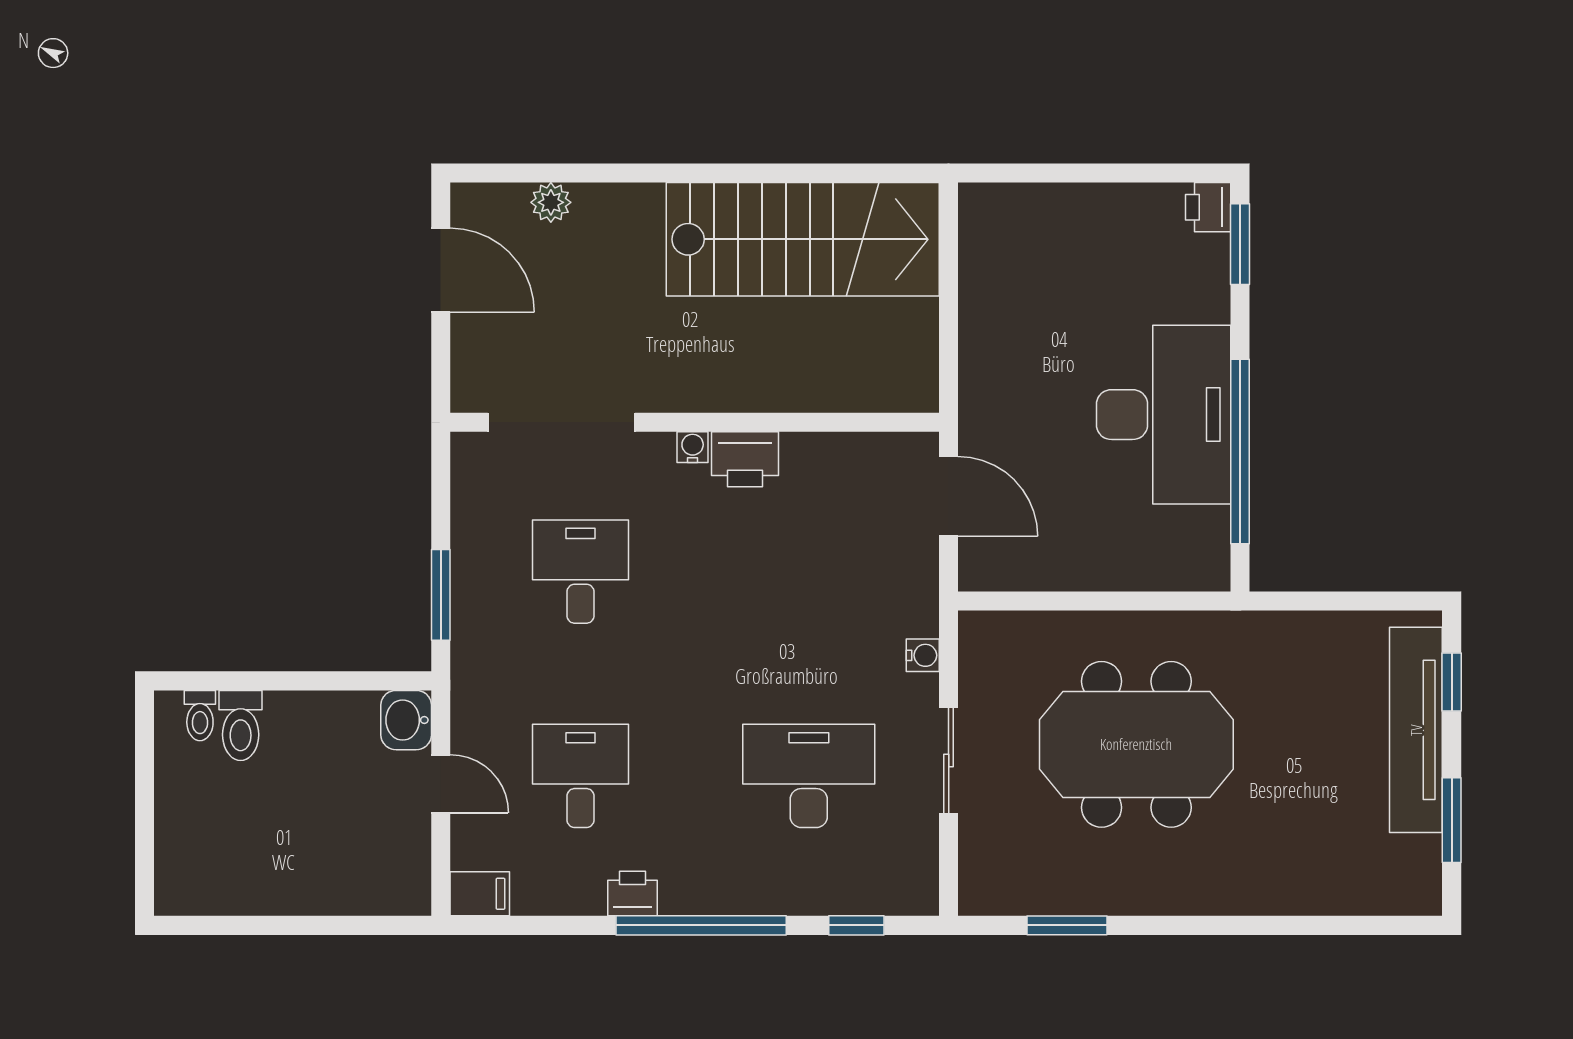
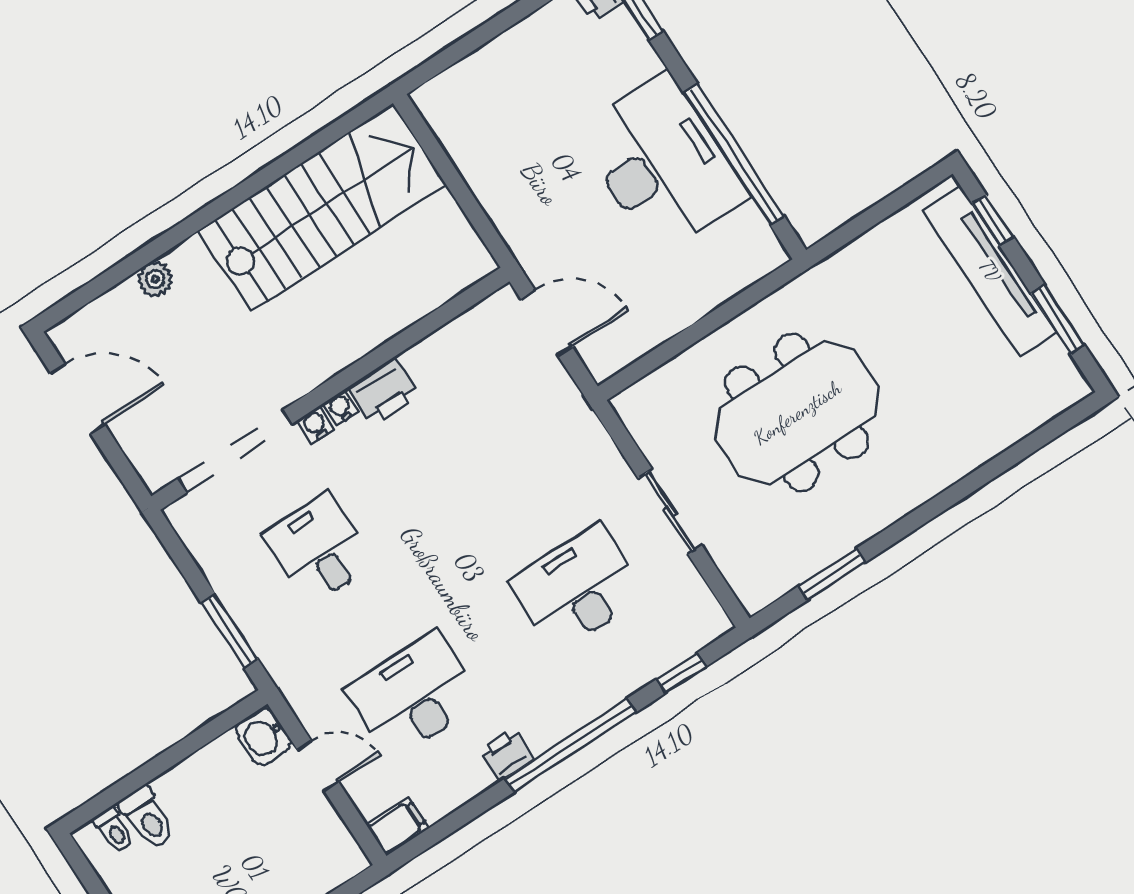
plant: (551, 202) -> (155, 279), moved
water cooler: (923, 655) -> (315, 425), moved, turned -90
desk: (581, 776) -> (414, 695), width x1.37

